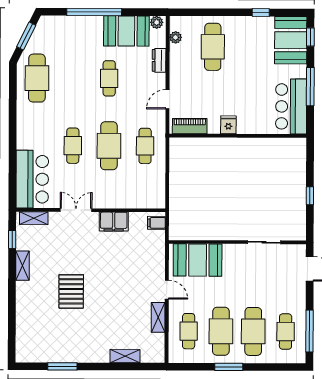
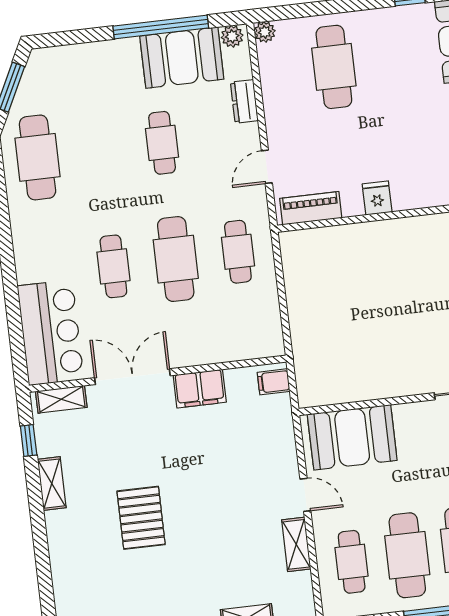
window: (94, 12) -> (161, 27), moved
plant: (176, 37) -> (265, 32), moved
double door: (76, 210) -> (132, 377), width x1.37

